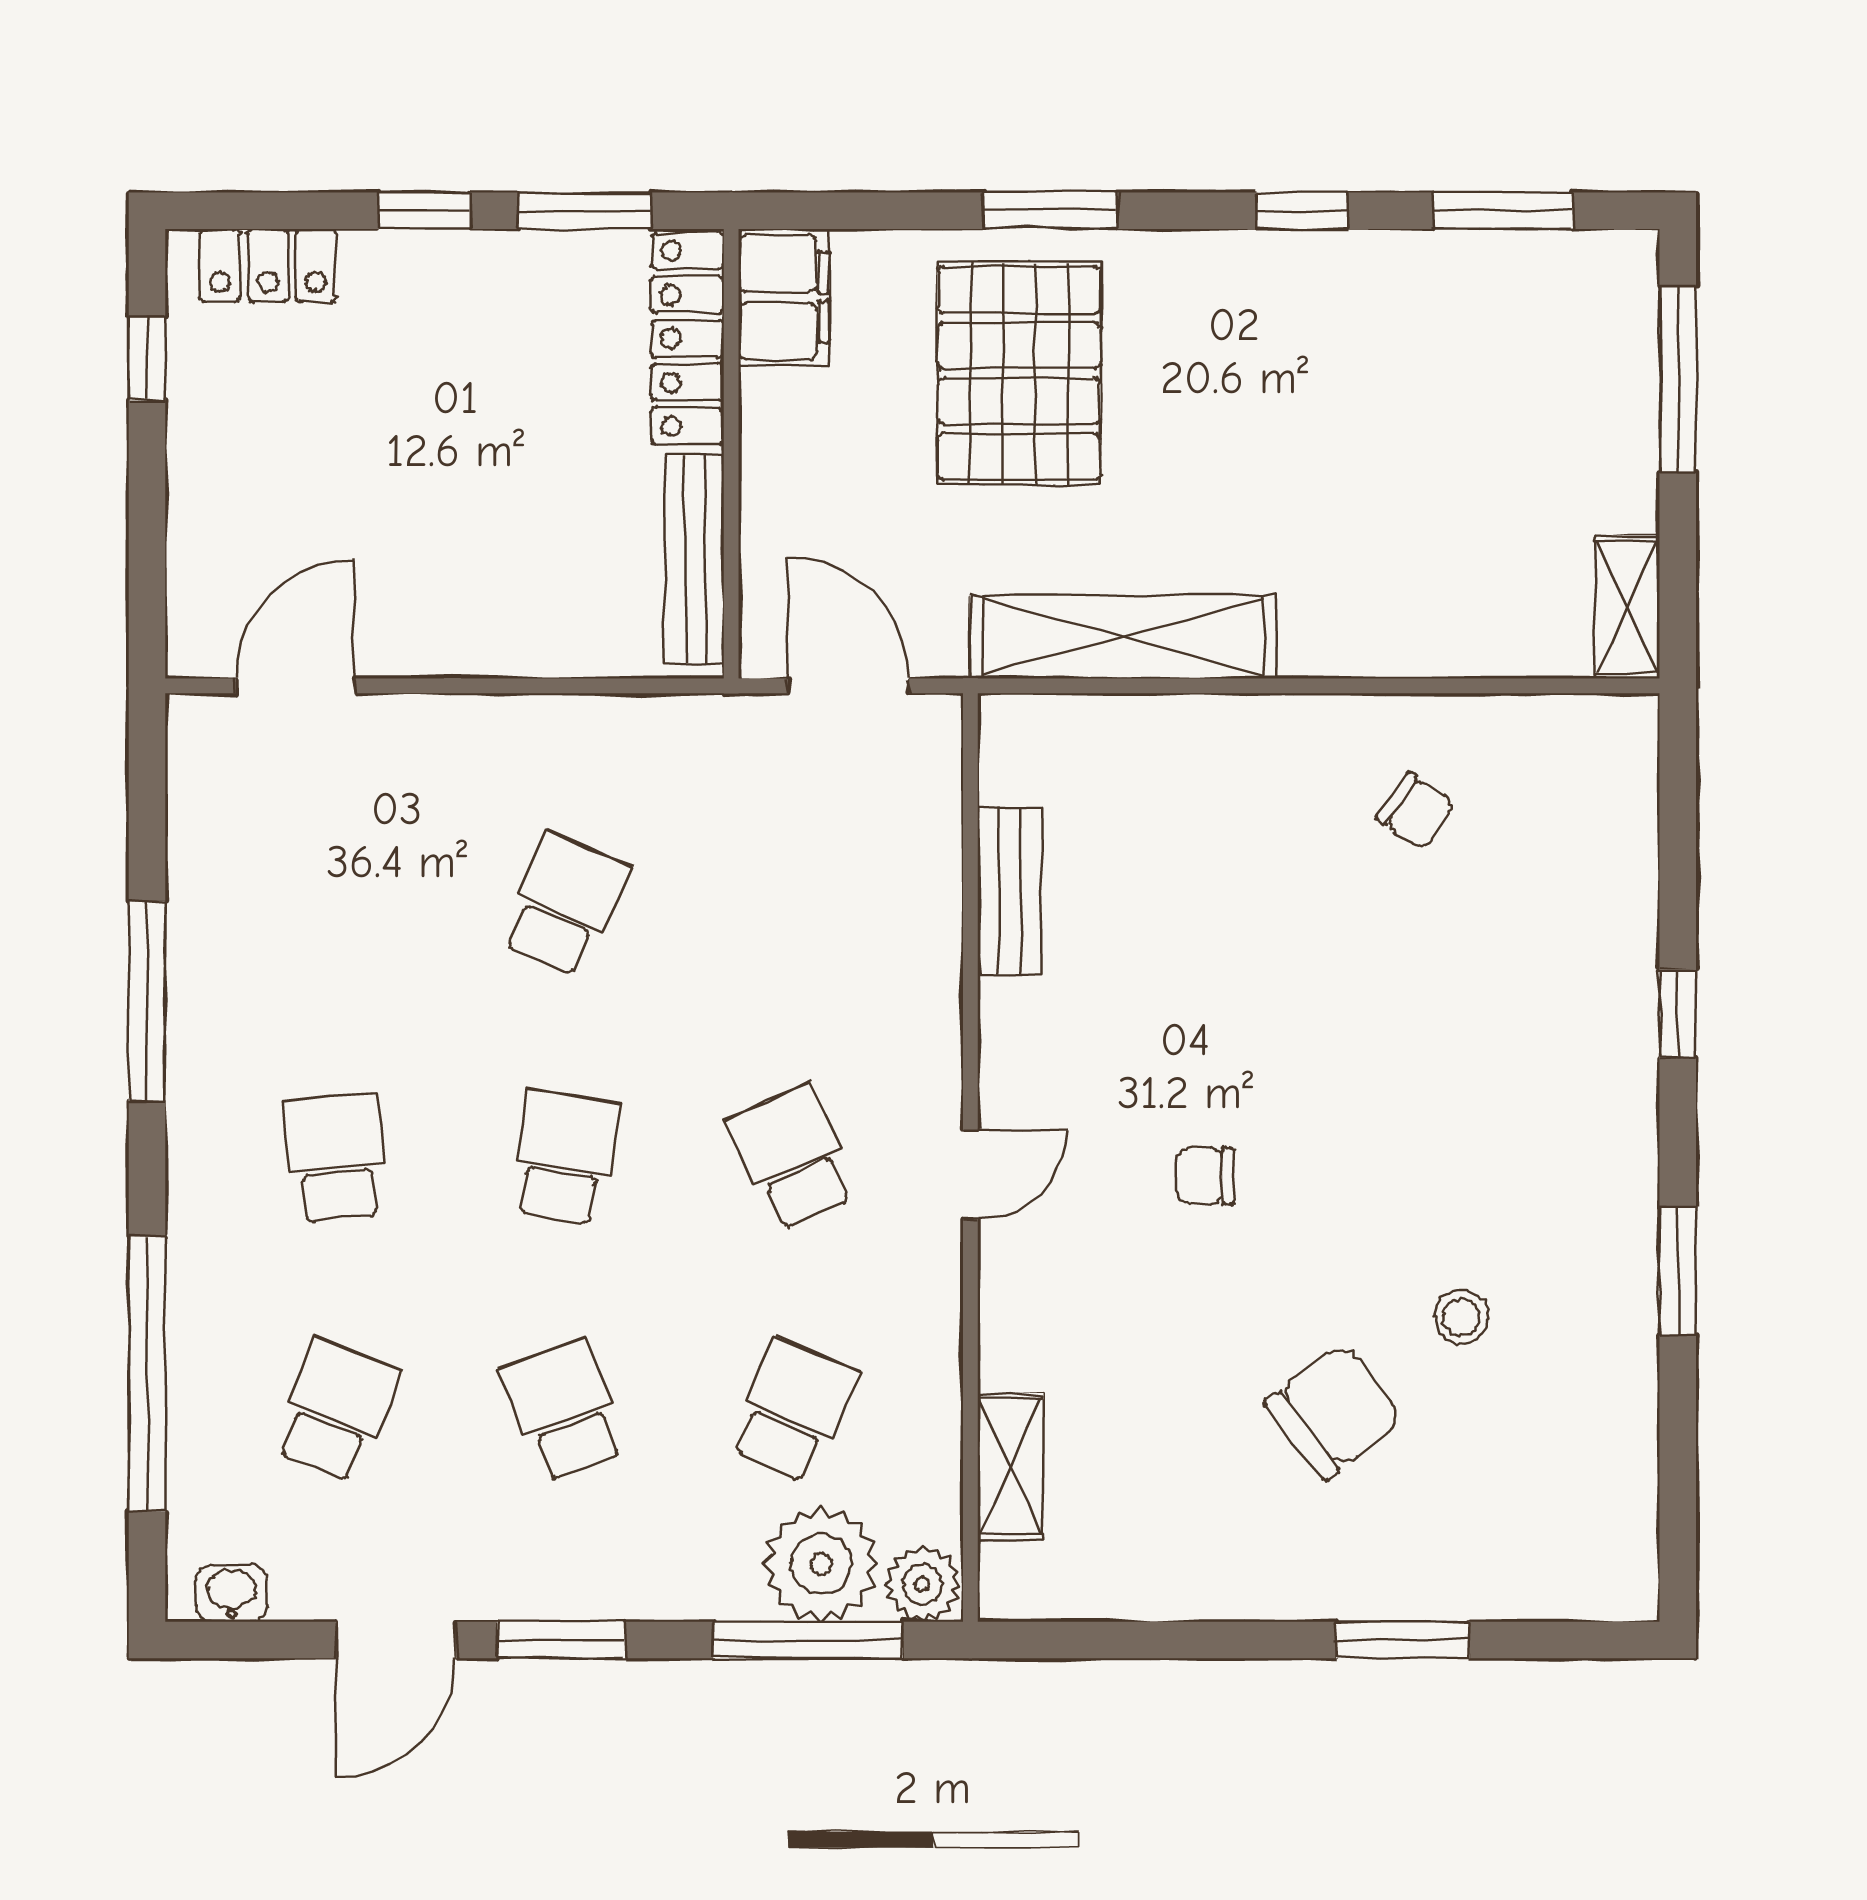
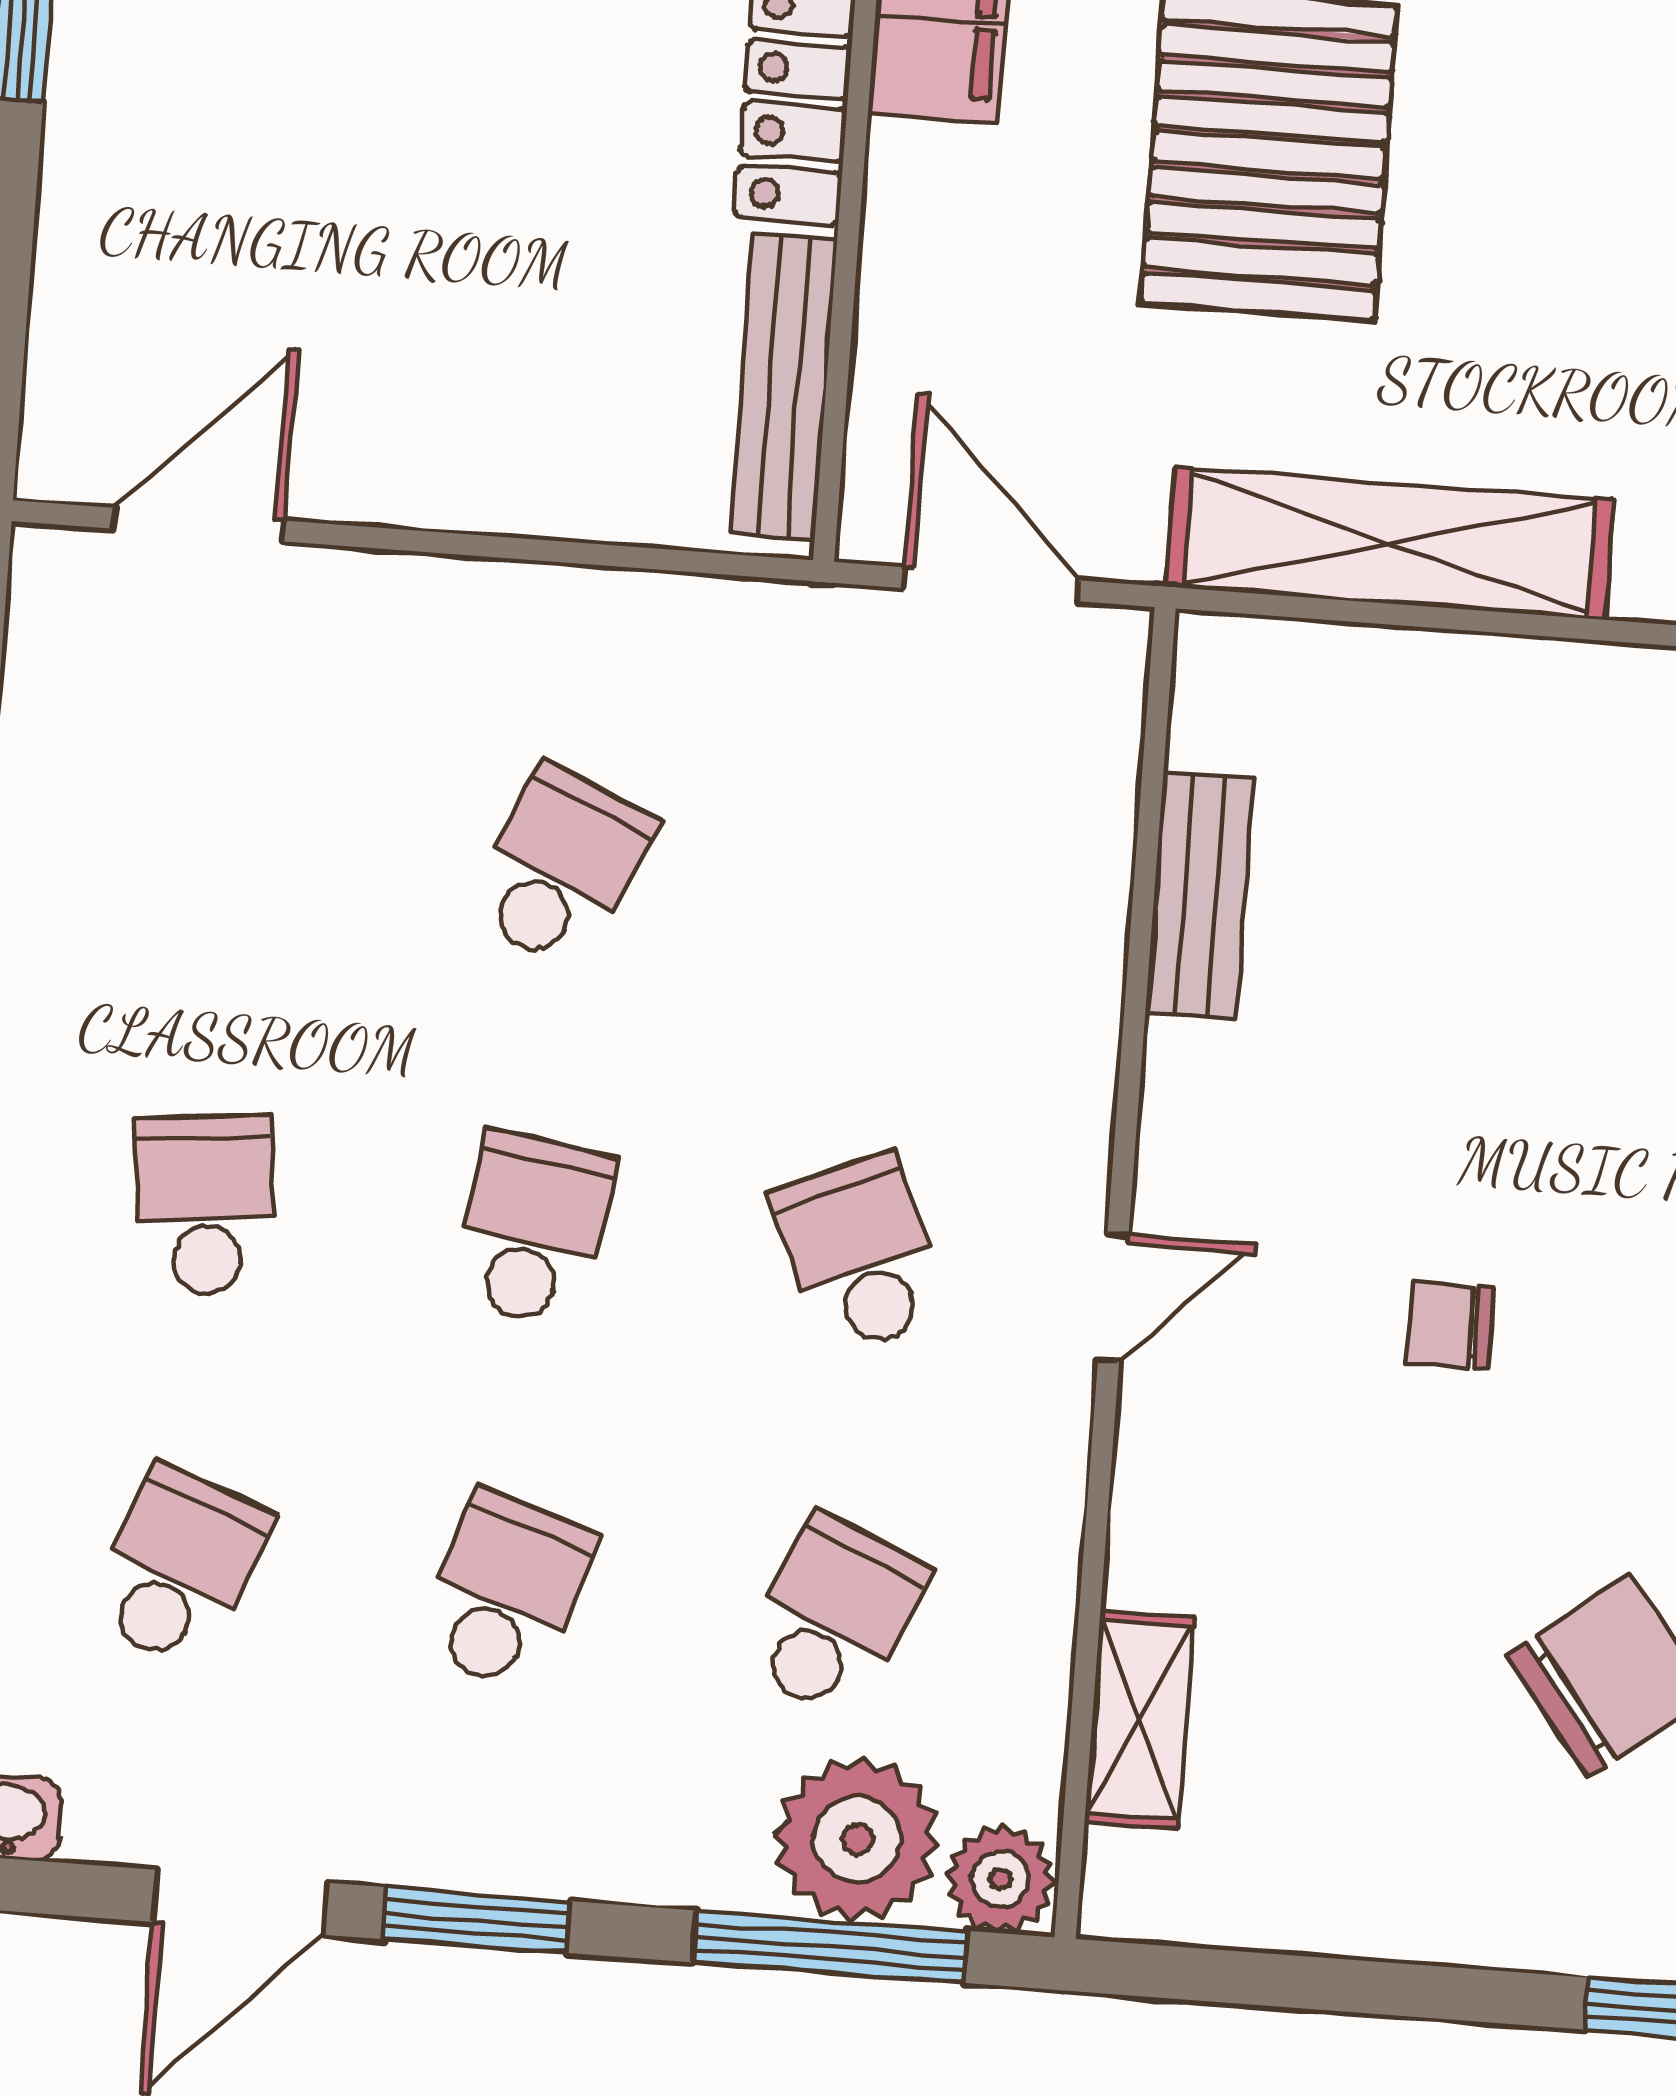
school desk: (564, 1410) -> (506, 1592), turned 39

